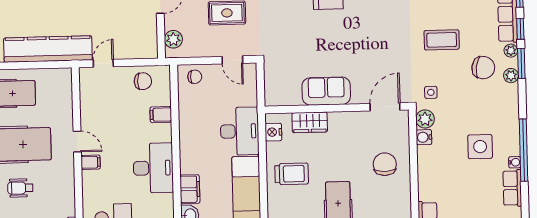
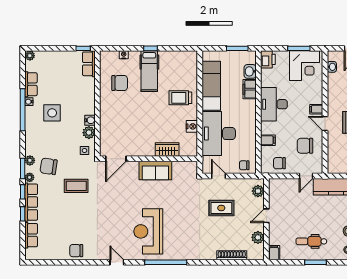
sofa: (326, 91) -> (155, 170), moved
door: (385, 107) -> (116, 159), moved
chair: (106, 108) -> (305, 146), added
wall: (337, 108) -> (149, 159), moved
wardrobe: (310, 122) -> (167, 150), moved
desk: (240, 131) -> (219, 134), width x1.36, depth x1.30
chair: (385, 164) -> (120, 83), moved, turned -90

